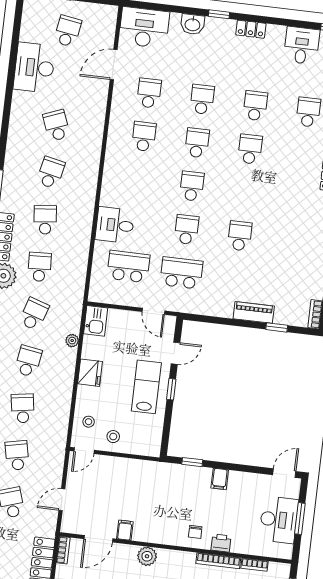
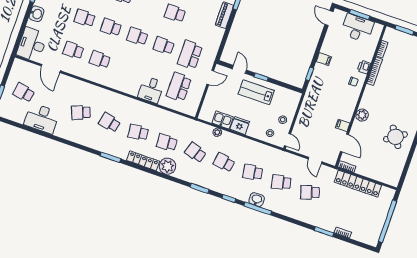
kitchen sink: (96, 321) -> (223, 120), moved

